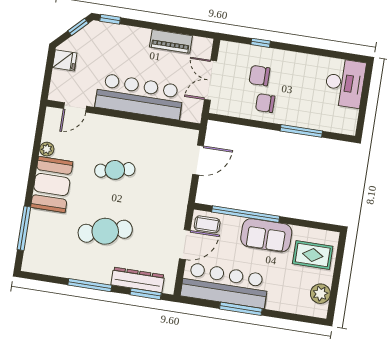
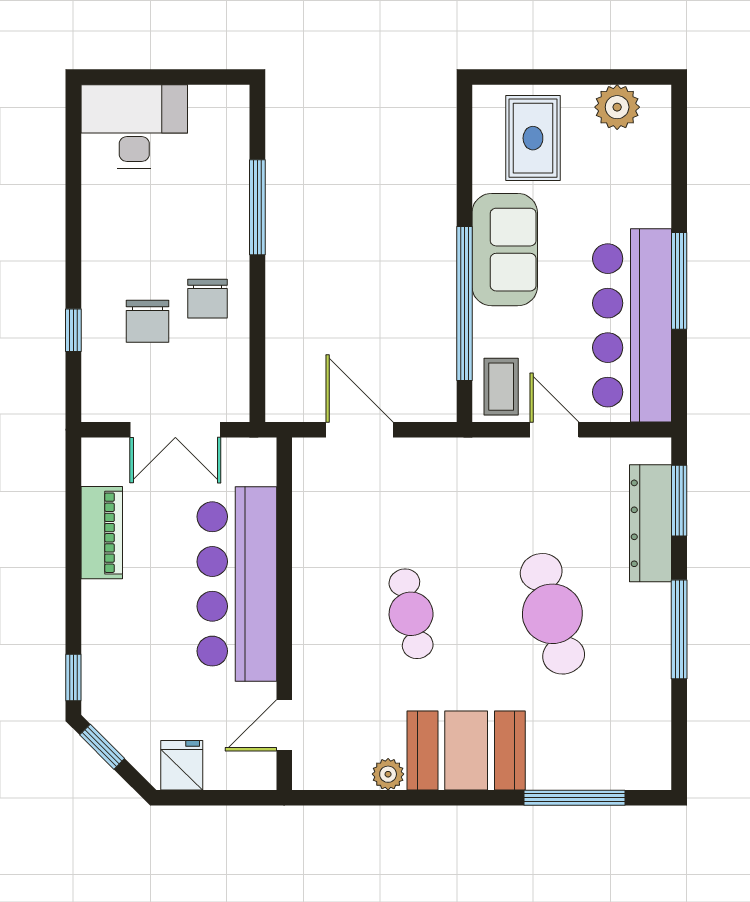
door: (75, 107) -> (284, 725), swing flipped
door: (185, 245) -> (554, 430), width x0.73

